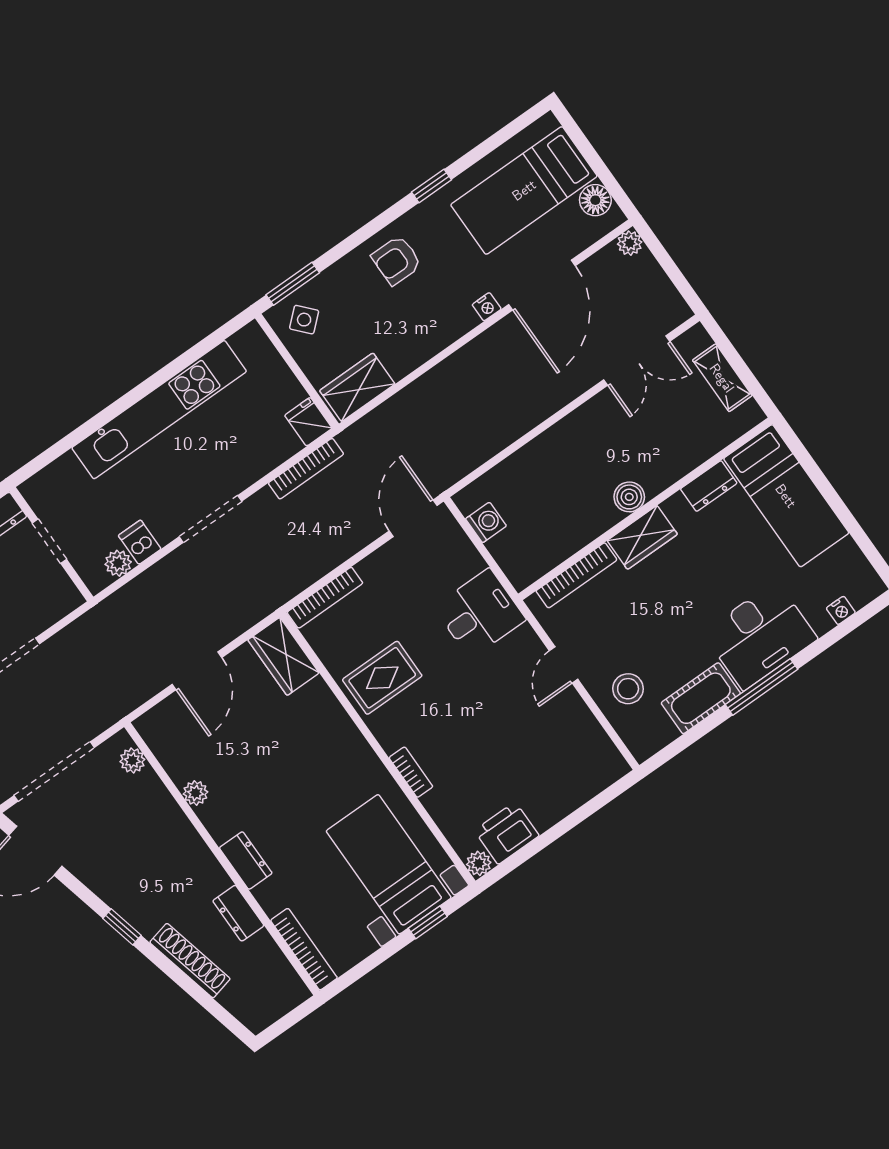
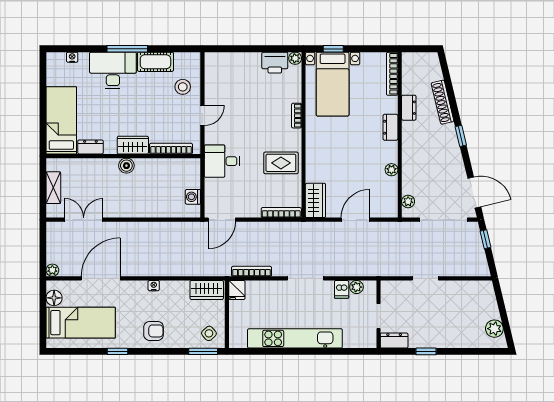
nightstand: (487, 307) -> (154, 286), moved

